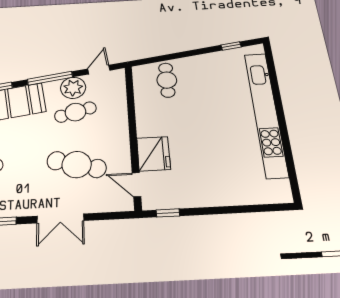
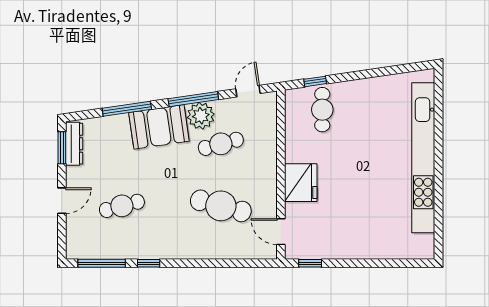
window: (231, 46) -> (315, 81), moved
plant: (73, 88) -> (201, 116), moved
fridge: (153, 154) -> (301, 183), moved
double door: (60, 218) -> (204, 263), removed

